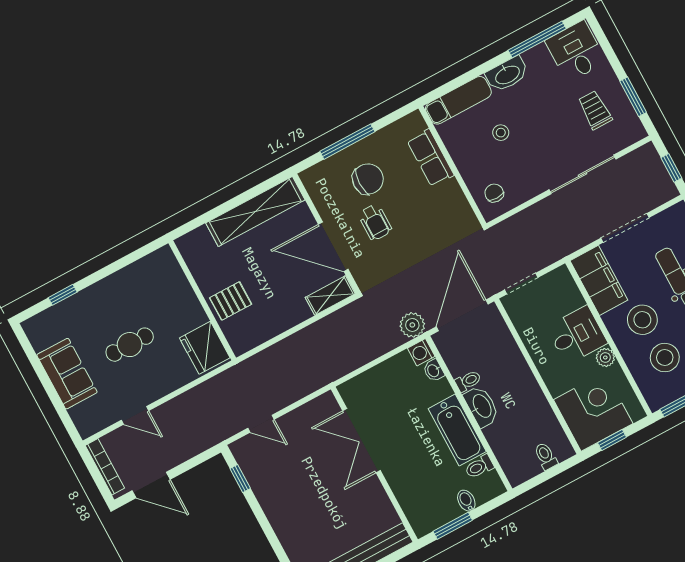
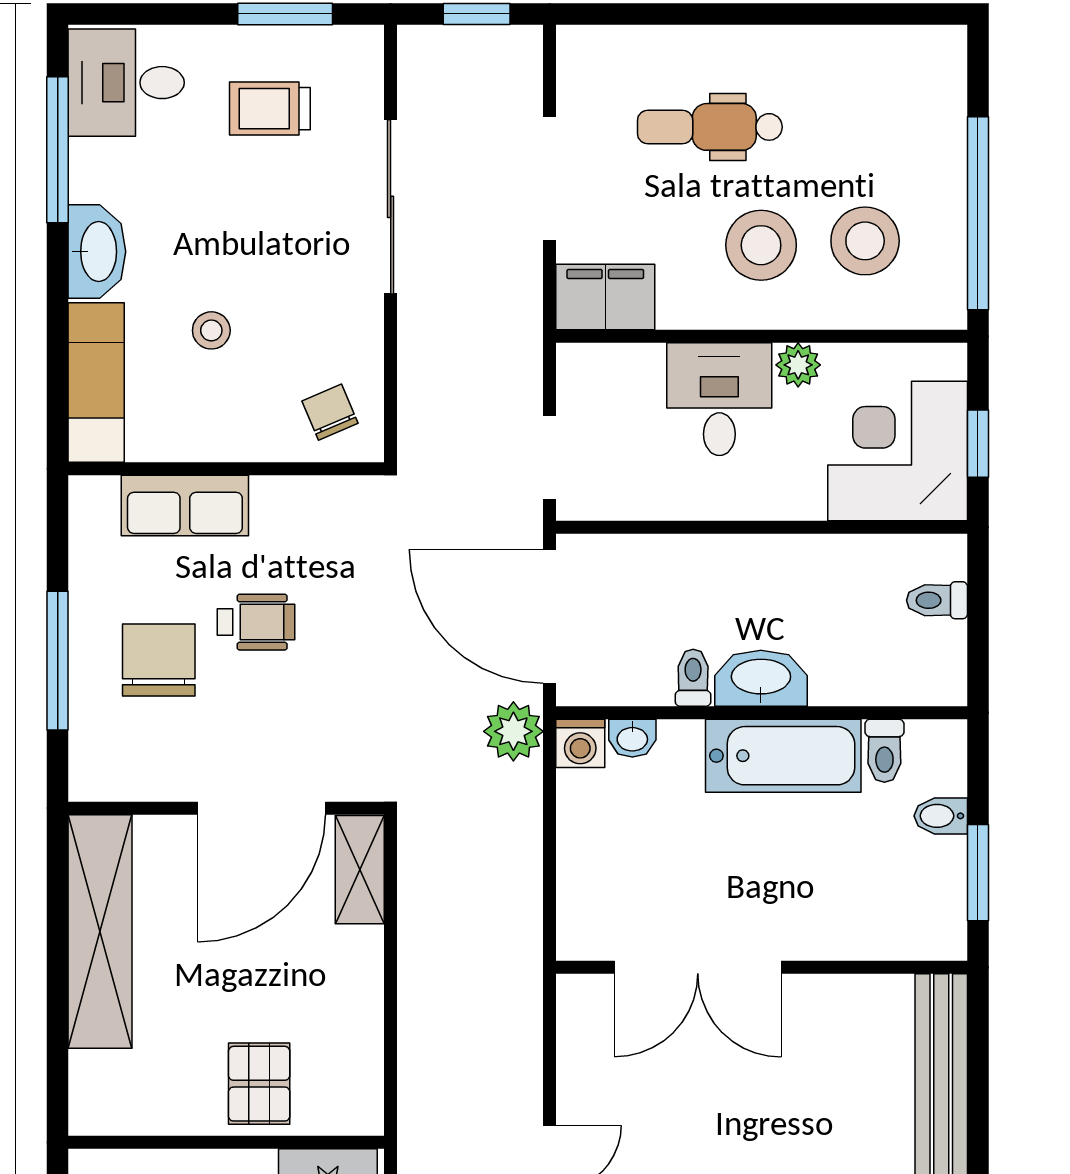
chair: (494, 193) -> (330, 412), turned 67
wheelchair: (375, 222) -> (256, 622), moved
filing cabinet: (599, 280) -> (605, 297), width x0.67, depth x0.86

